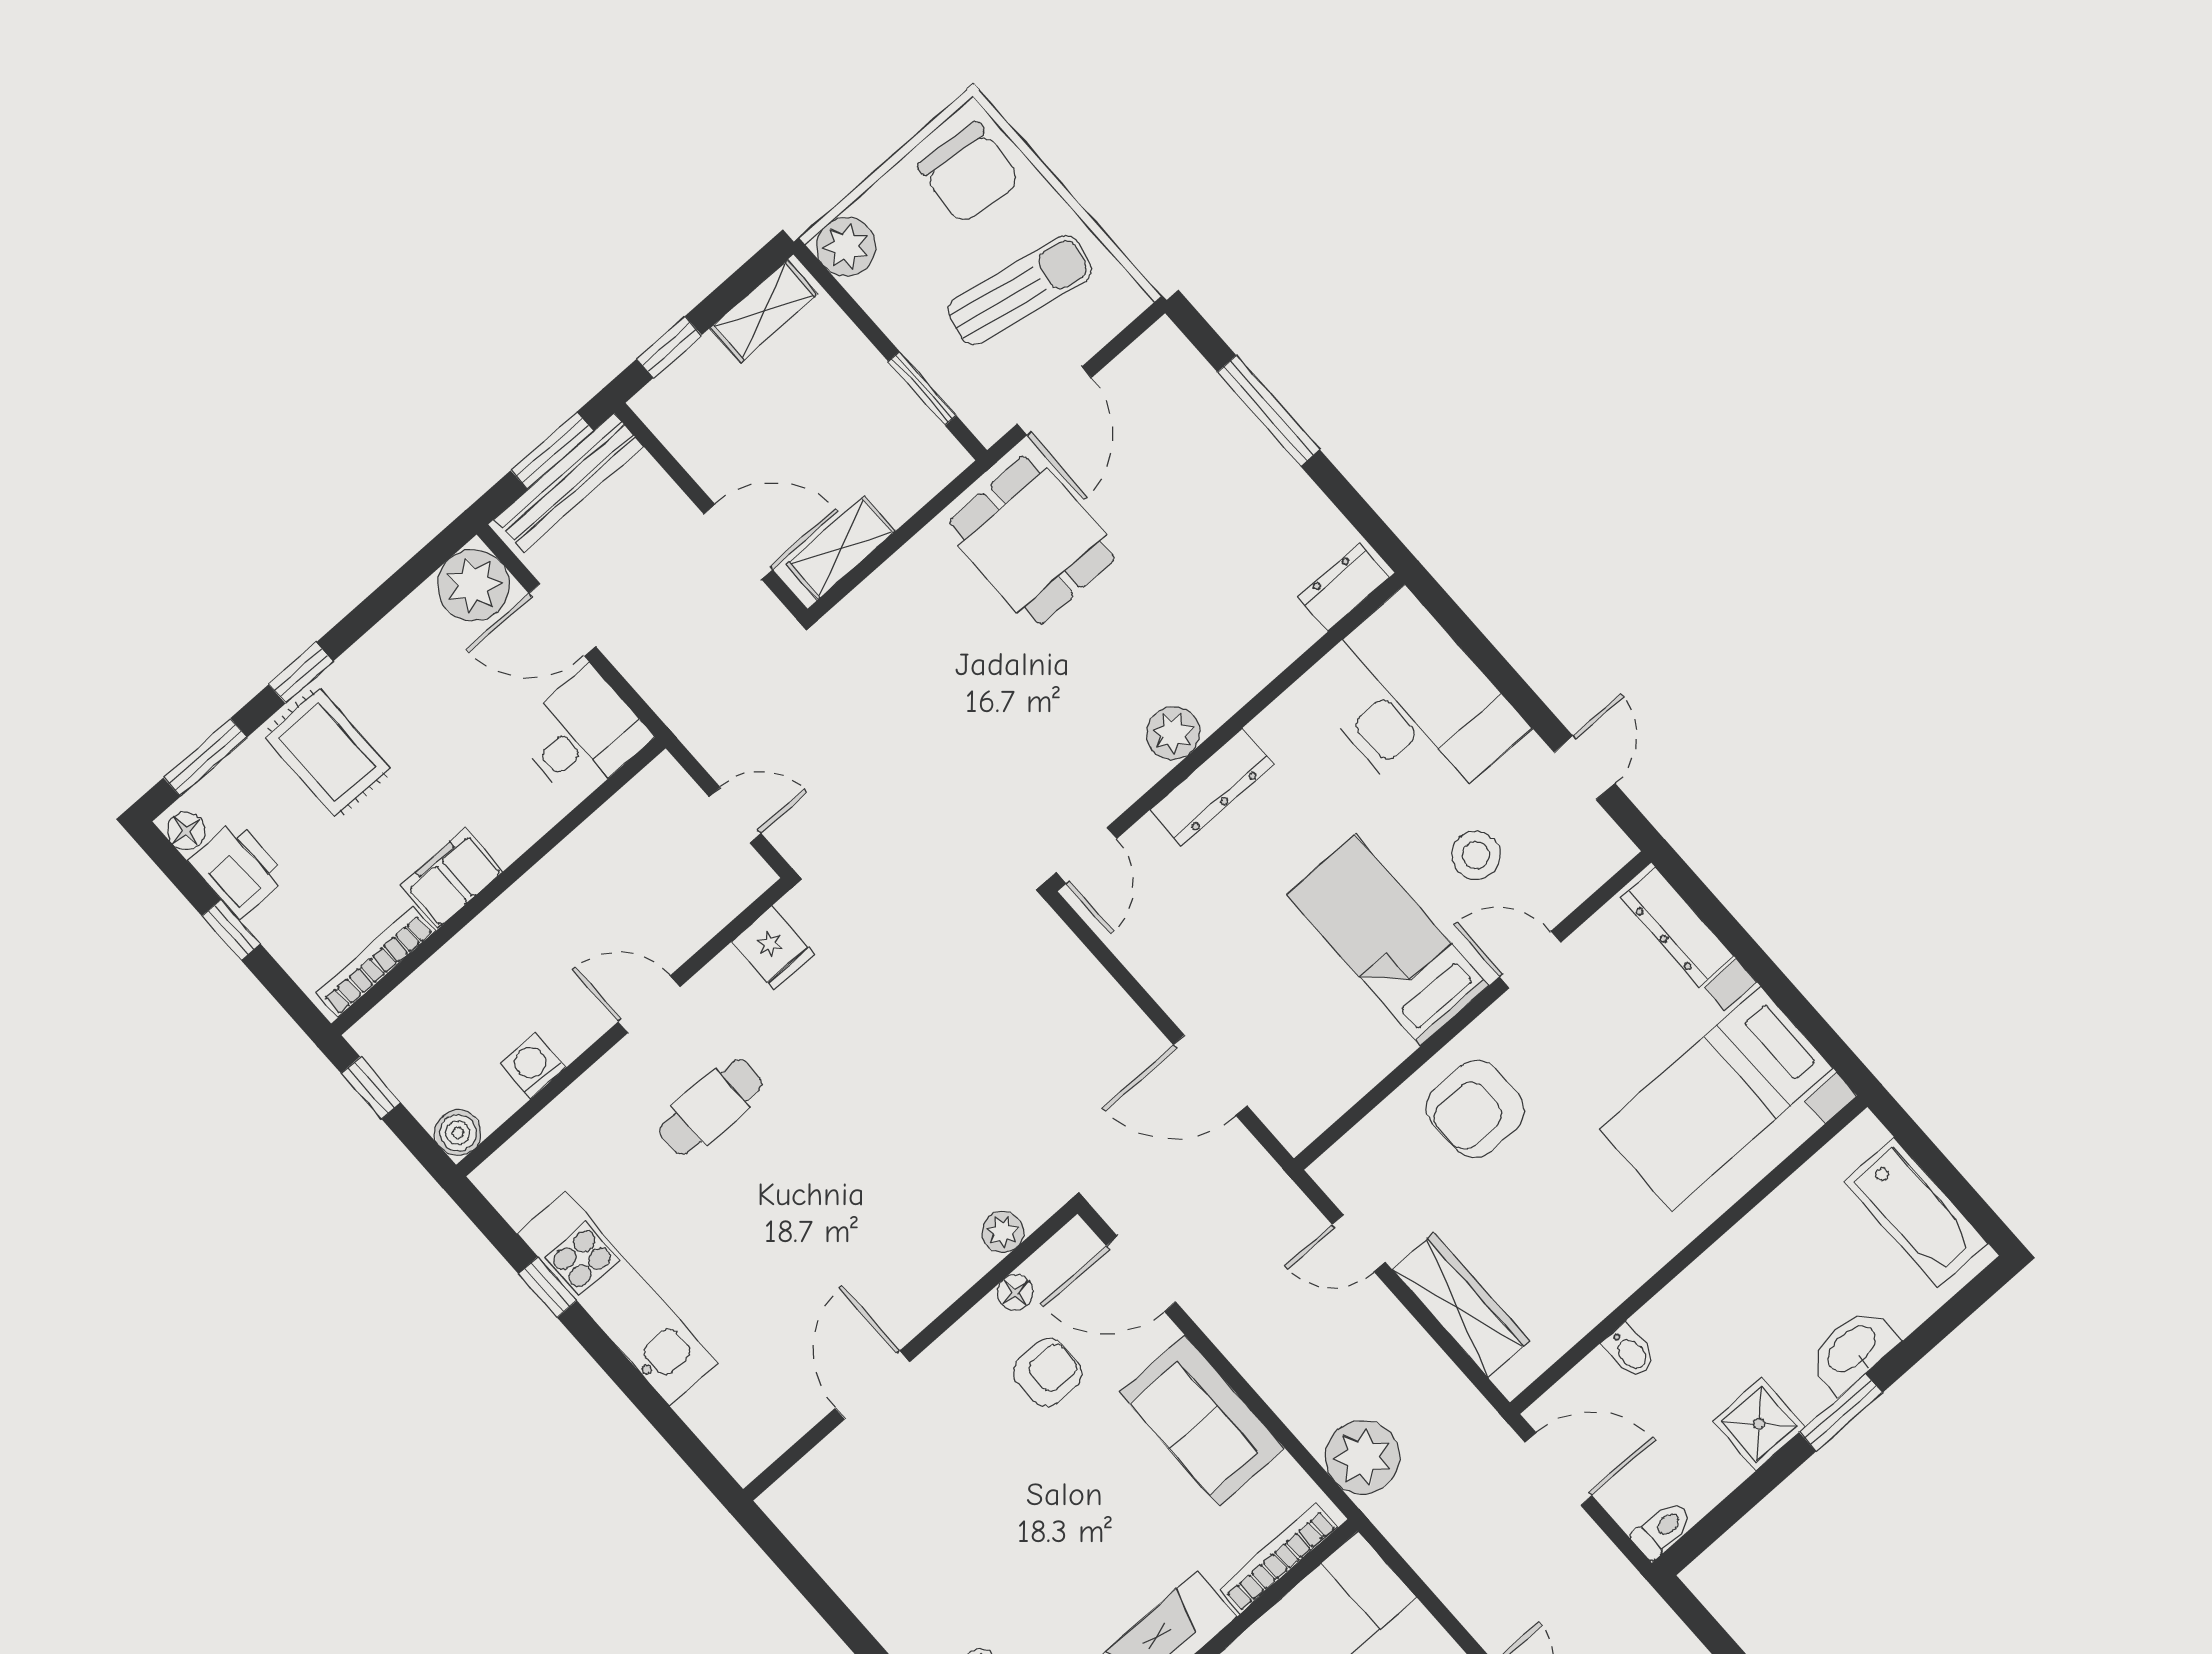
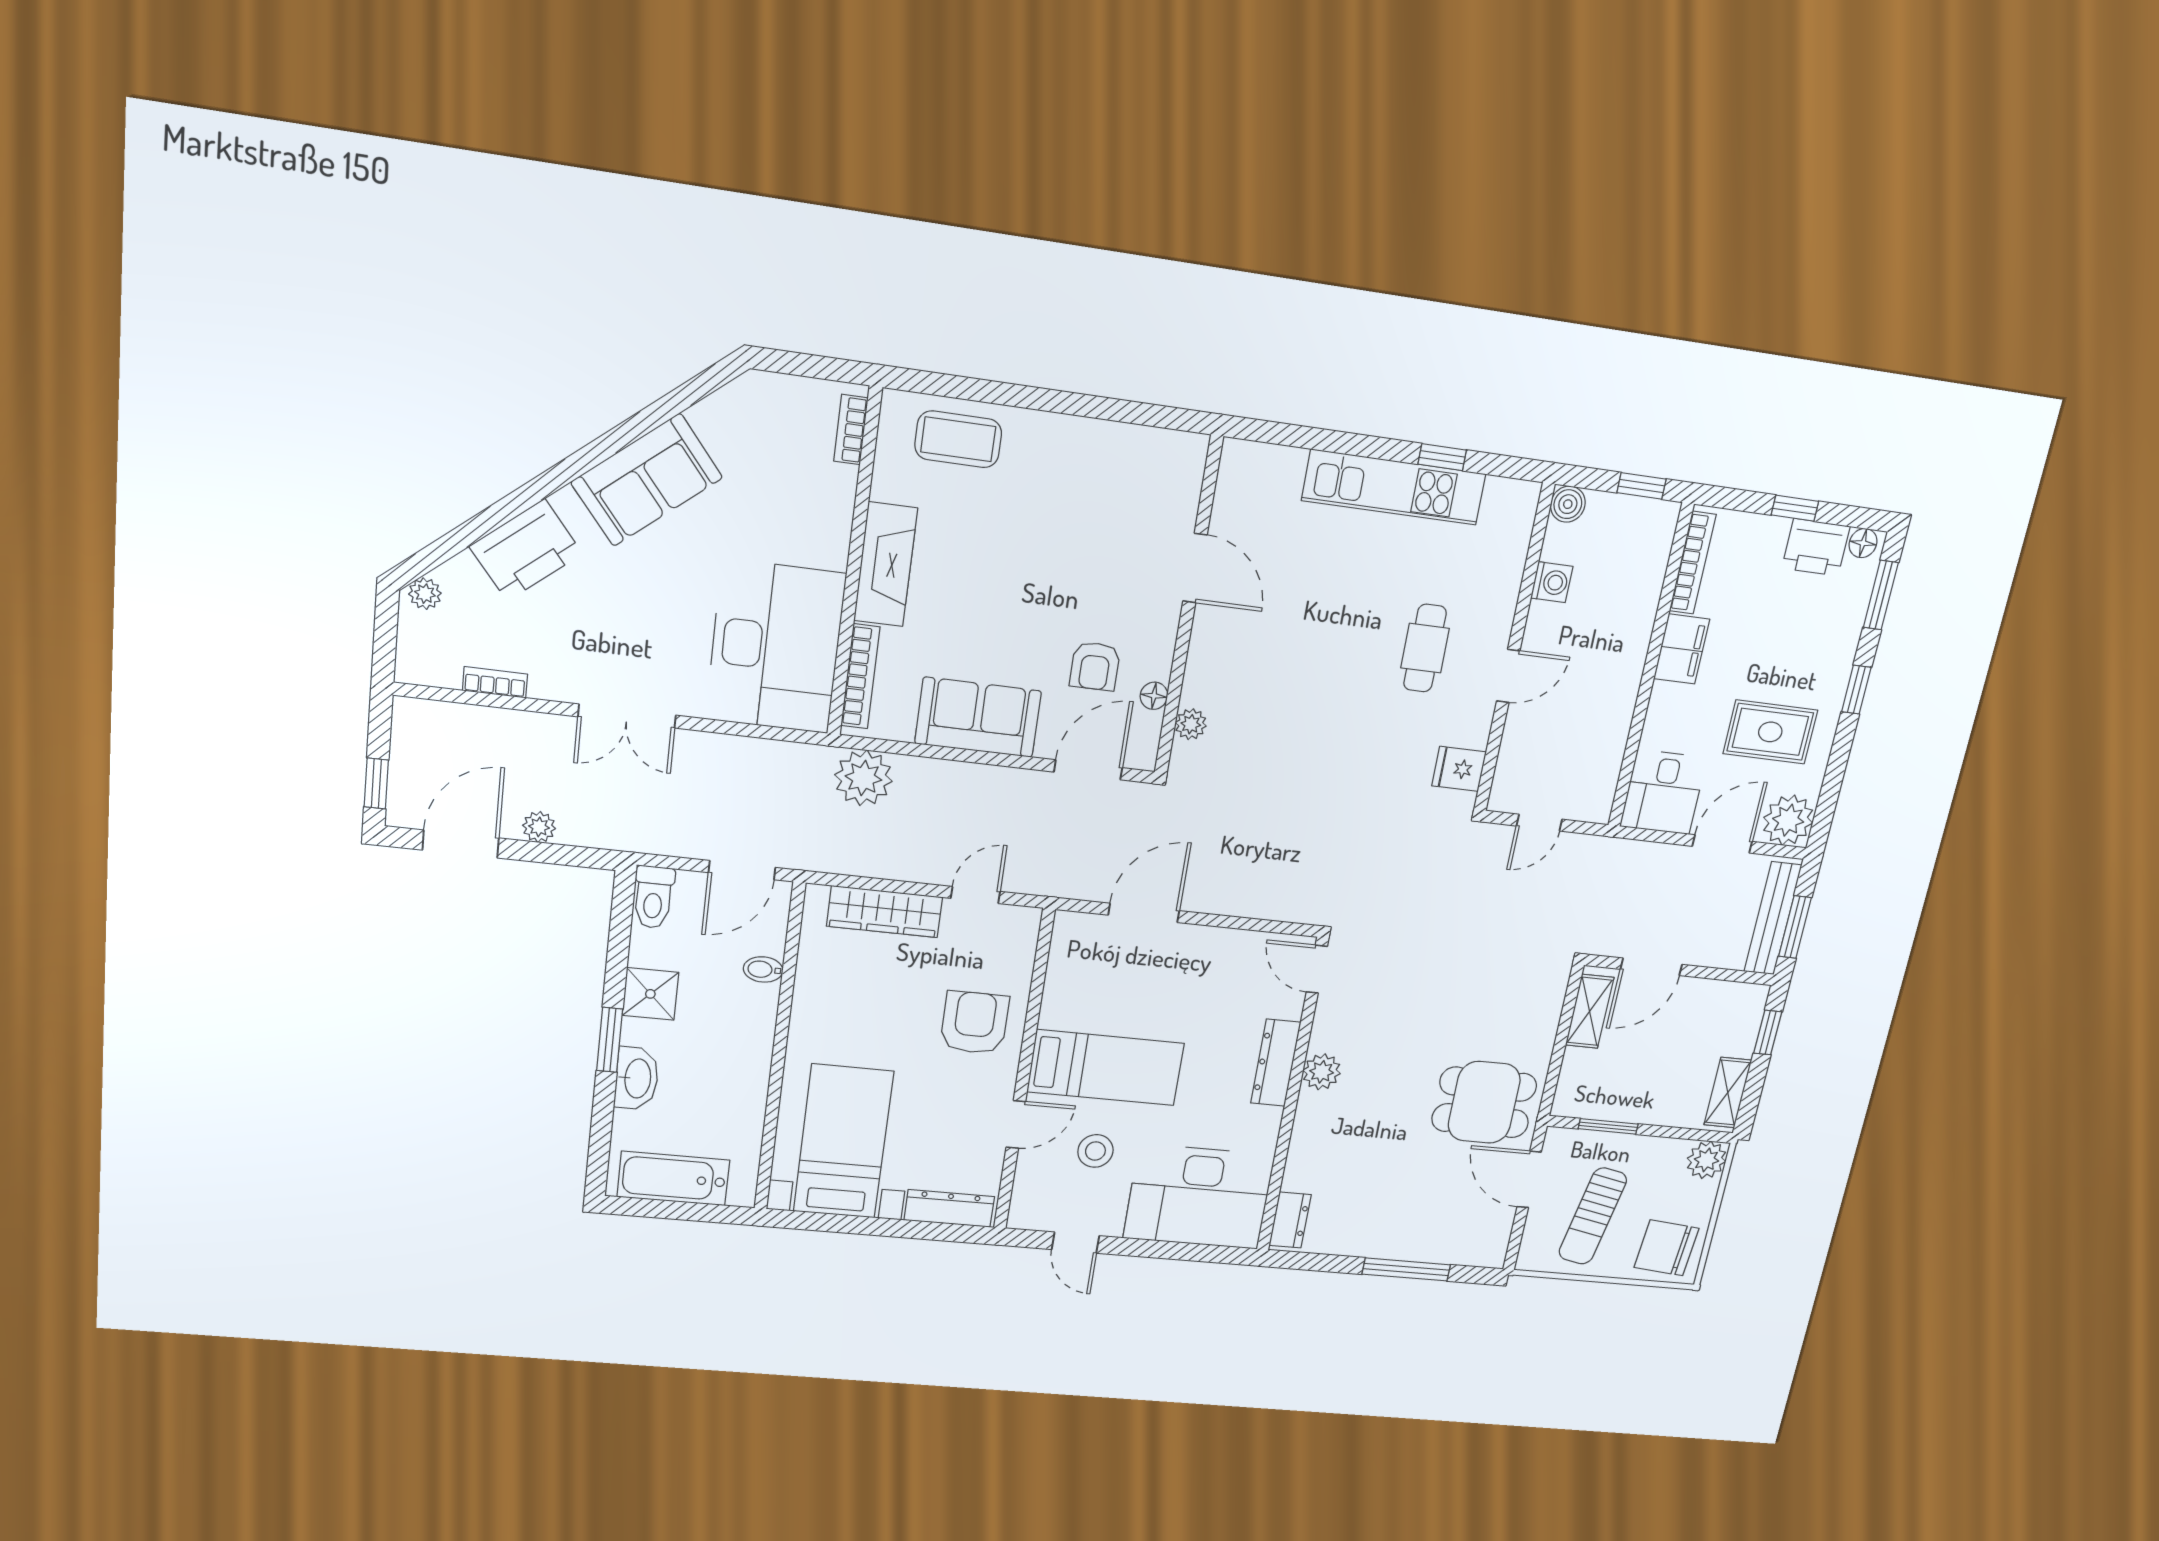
rug: (327, 753) -> (1770, 732), moved
toilet: (1662, 1530) -> (653, 897), width x1.37, depth x1.39

